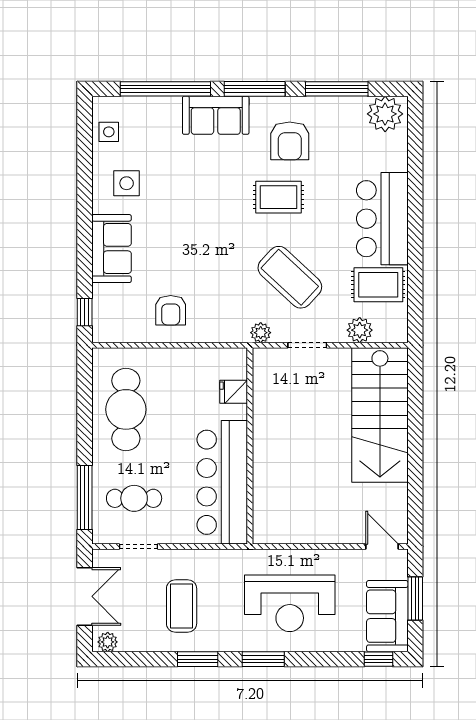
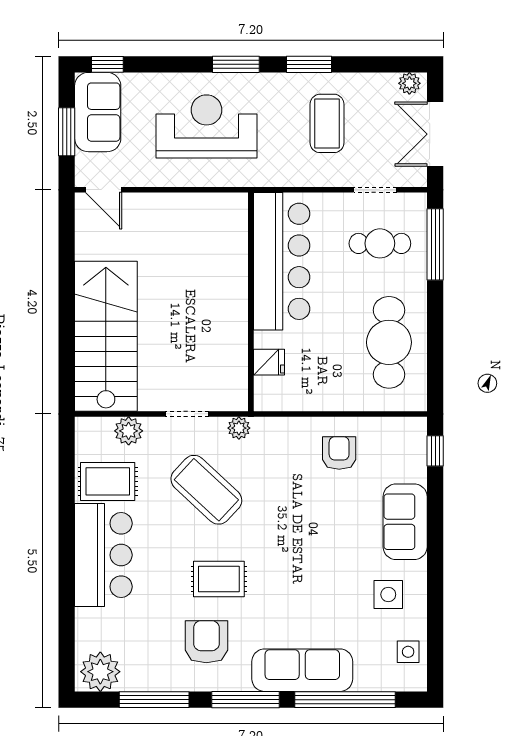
sofa: (216, 115) -> (302, 670), width x1.36

